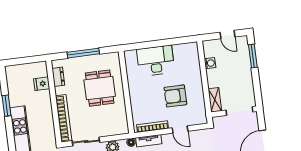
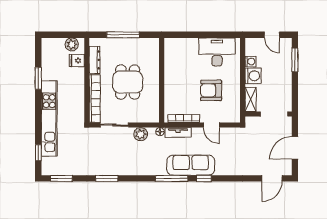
desk: (156, 61) -> (217, 52), moved
plant: (35, 69) -> (72, 44), added
dresser: (58, 77) -> (95, 60), width x1.44
washing machine: (214, 77) -> (253, 76), added
dining table: (100, 88) -> (128, 82), moved

